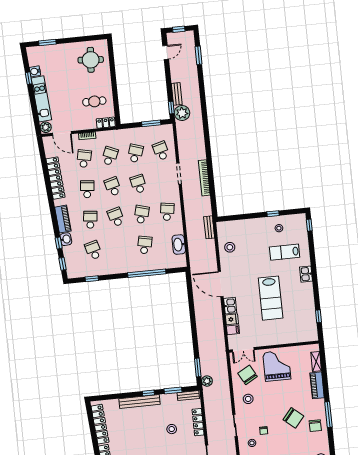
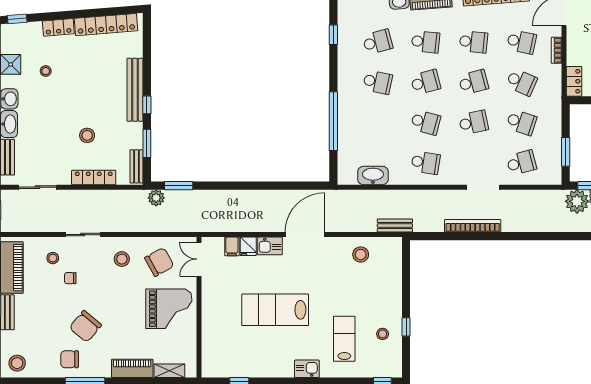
school desk: (145, 245) -> (378, 82), moved

